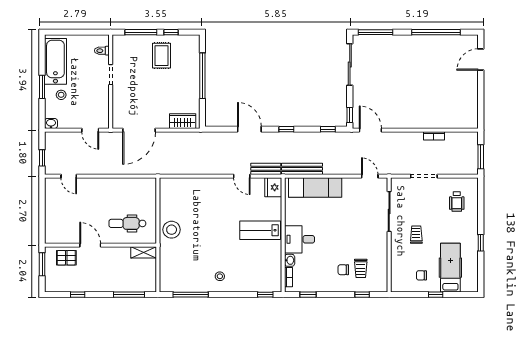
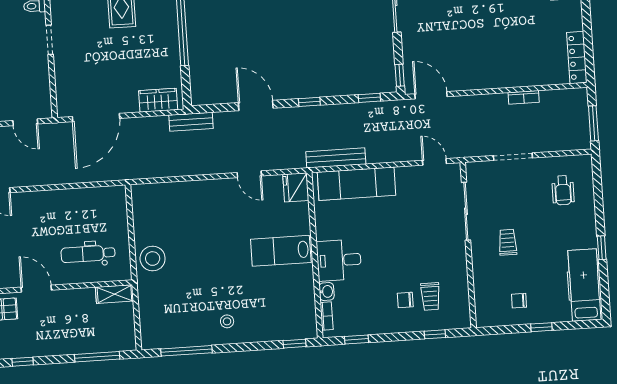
locker: (472, 111) -> (577, 58), added
bench: (266, 169) -> (191, 122), moved
hospital bed: (450, 268) -> (584, 285), moved

